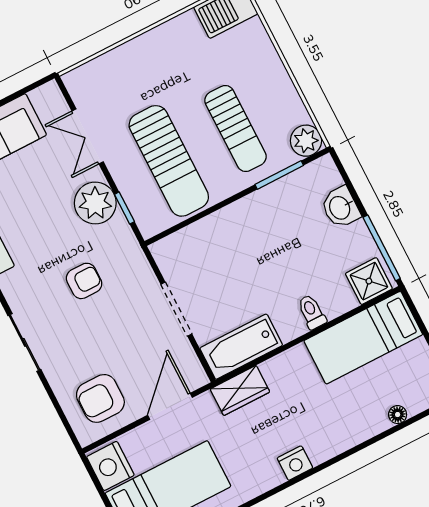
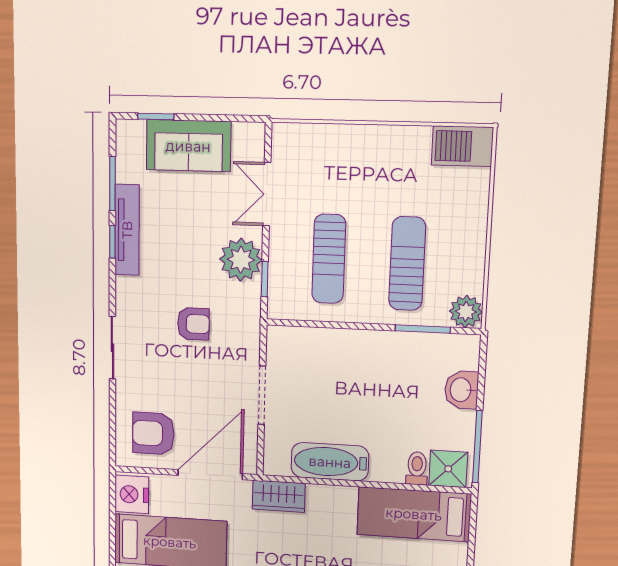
sun lounger: (235, 129) -> (407, 264), turned 180
sun lounger: (169, 161) -> (329, 259), width x0.73, depth x0.75
toilet: (312, 312) -> (417, 468), moved
bathtub: (241, 347) -> (330, 462), moved
door: (170, 406) -> (210, 475), width x1.36

